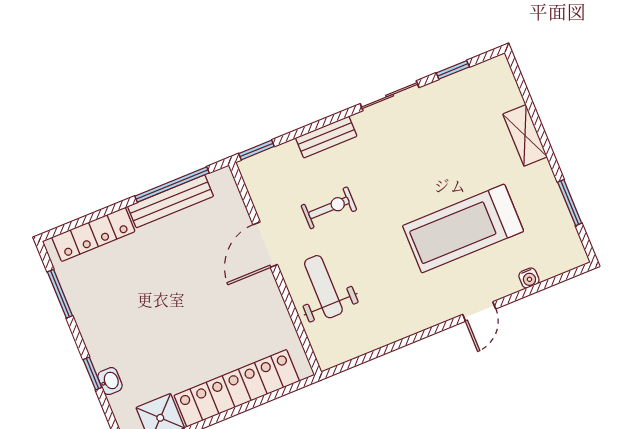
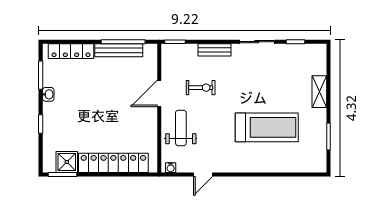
treadmill: (463, 229) -> (267, 127), turned 180
water cooler: (529, 278) -> (171, 168), moved
door: (479, 312) -> (203, 175), moved
washbasin: (110, 381) -> (48, 94), moved

